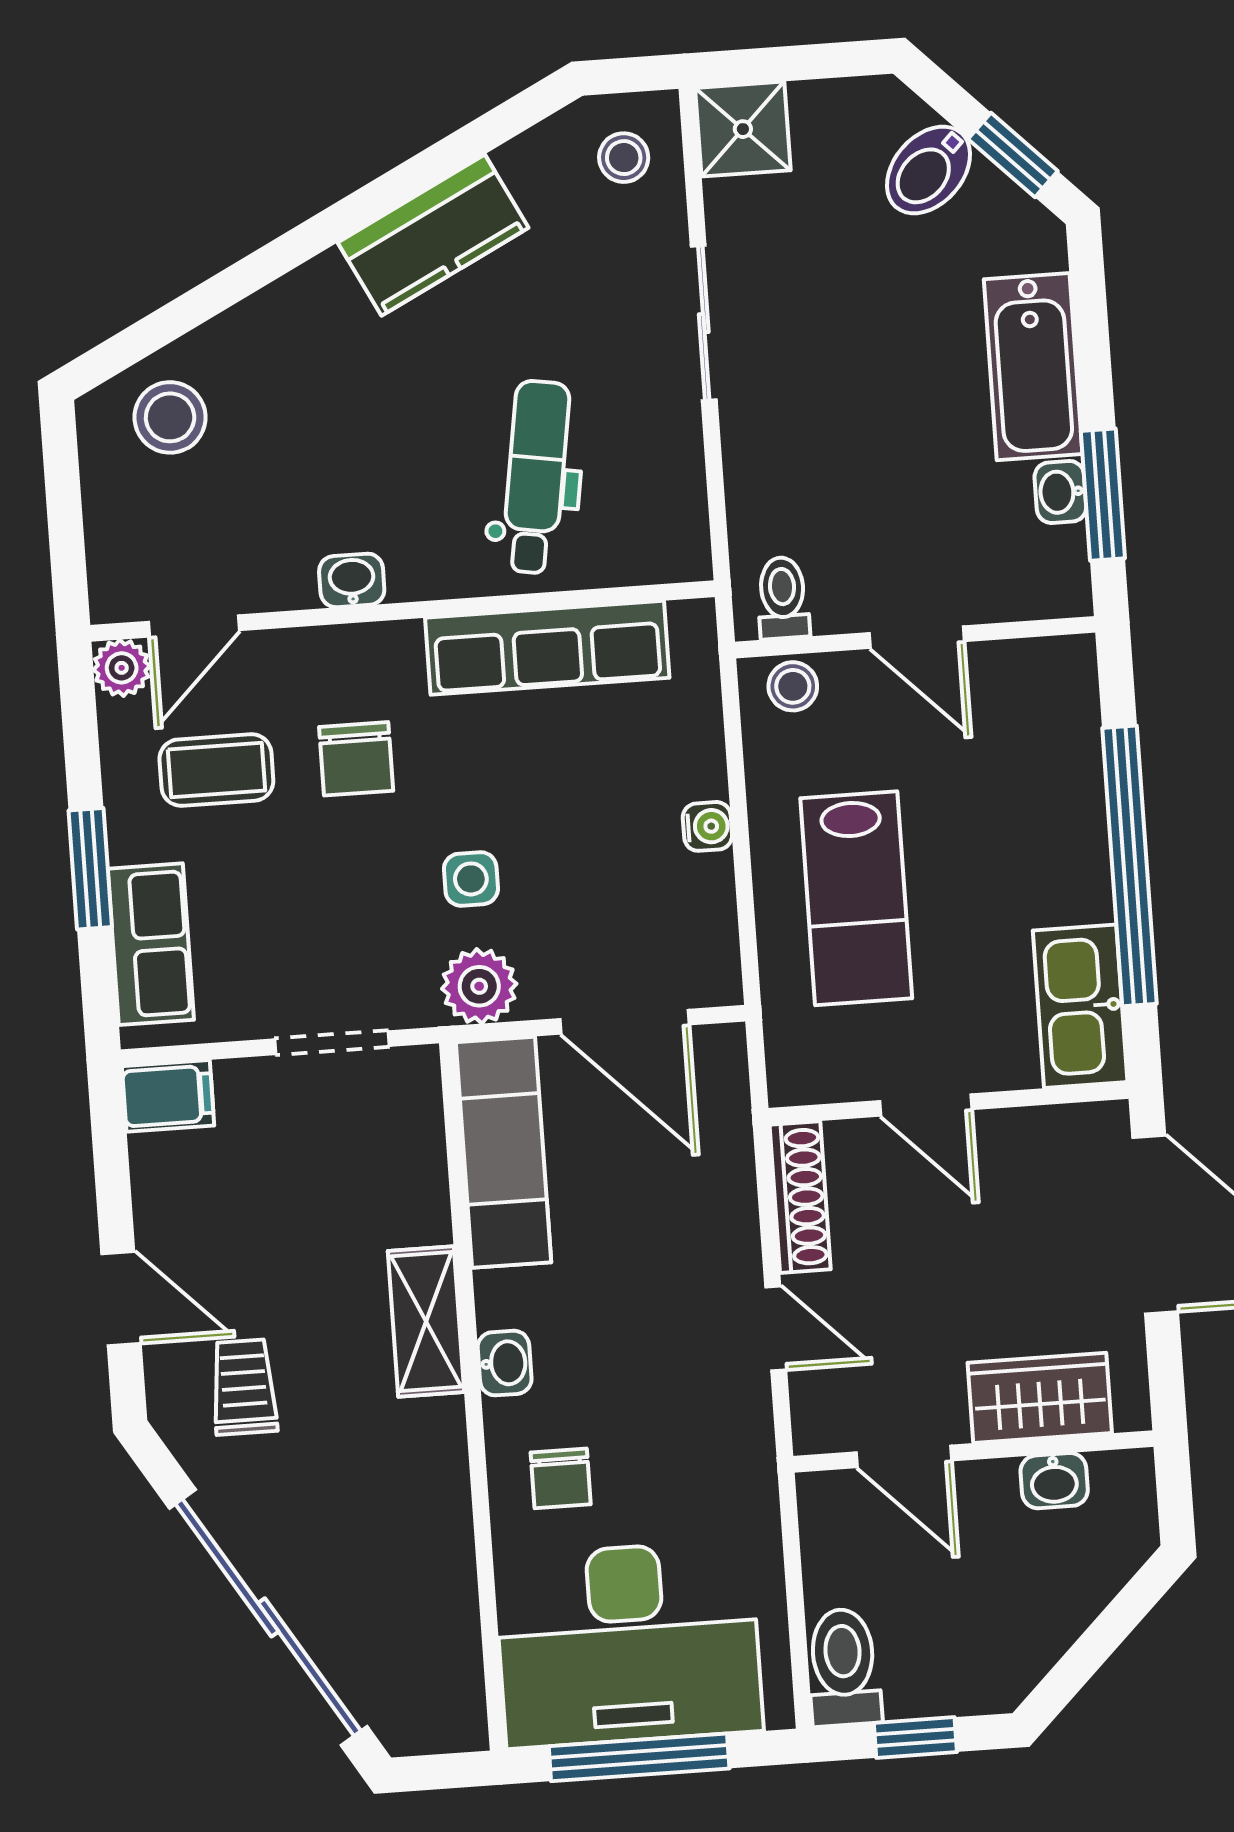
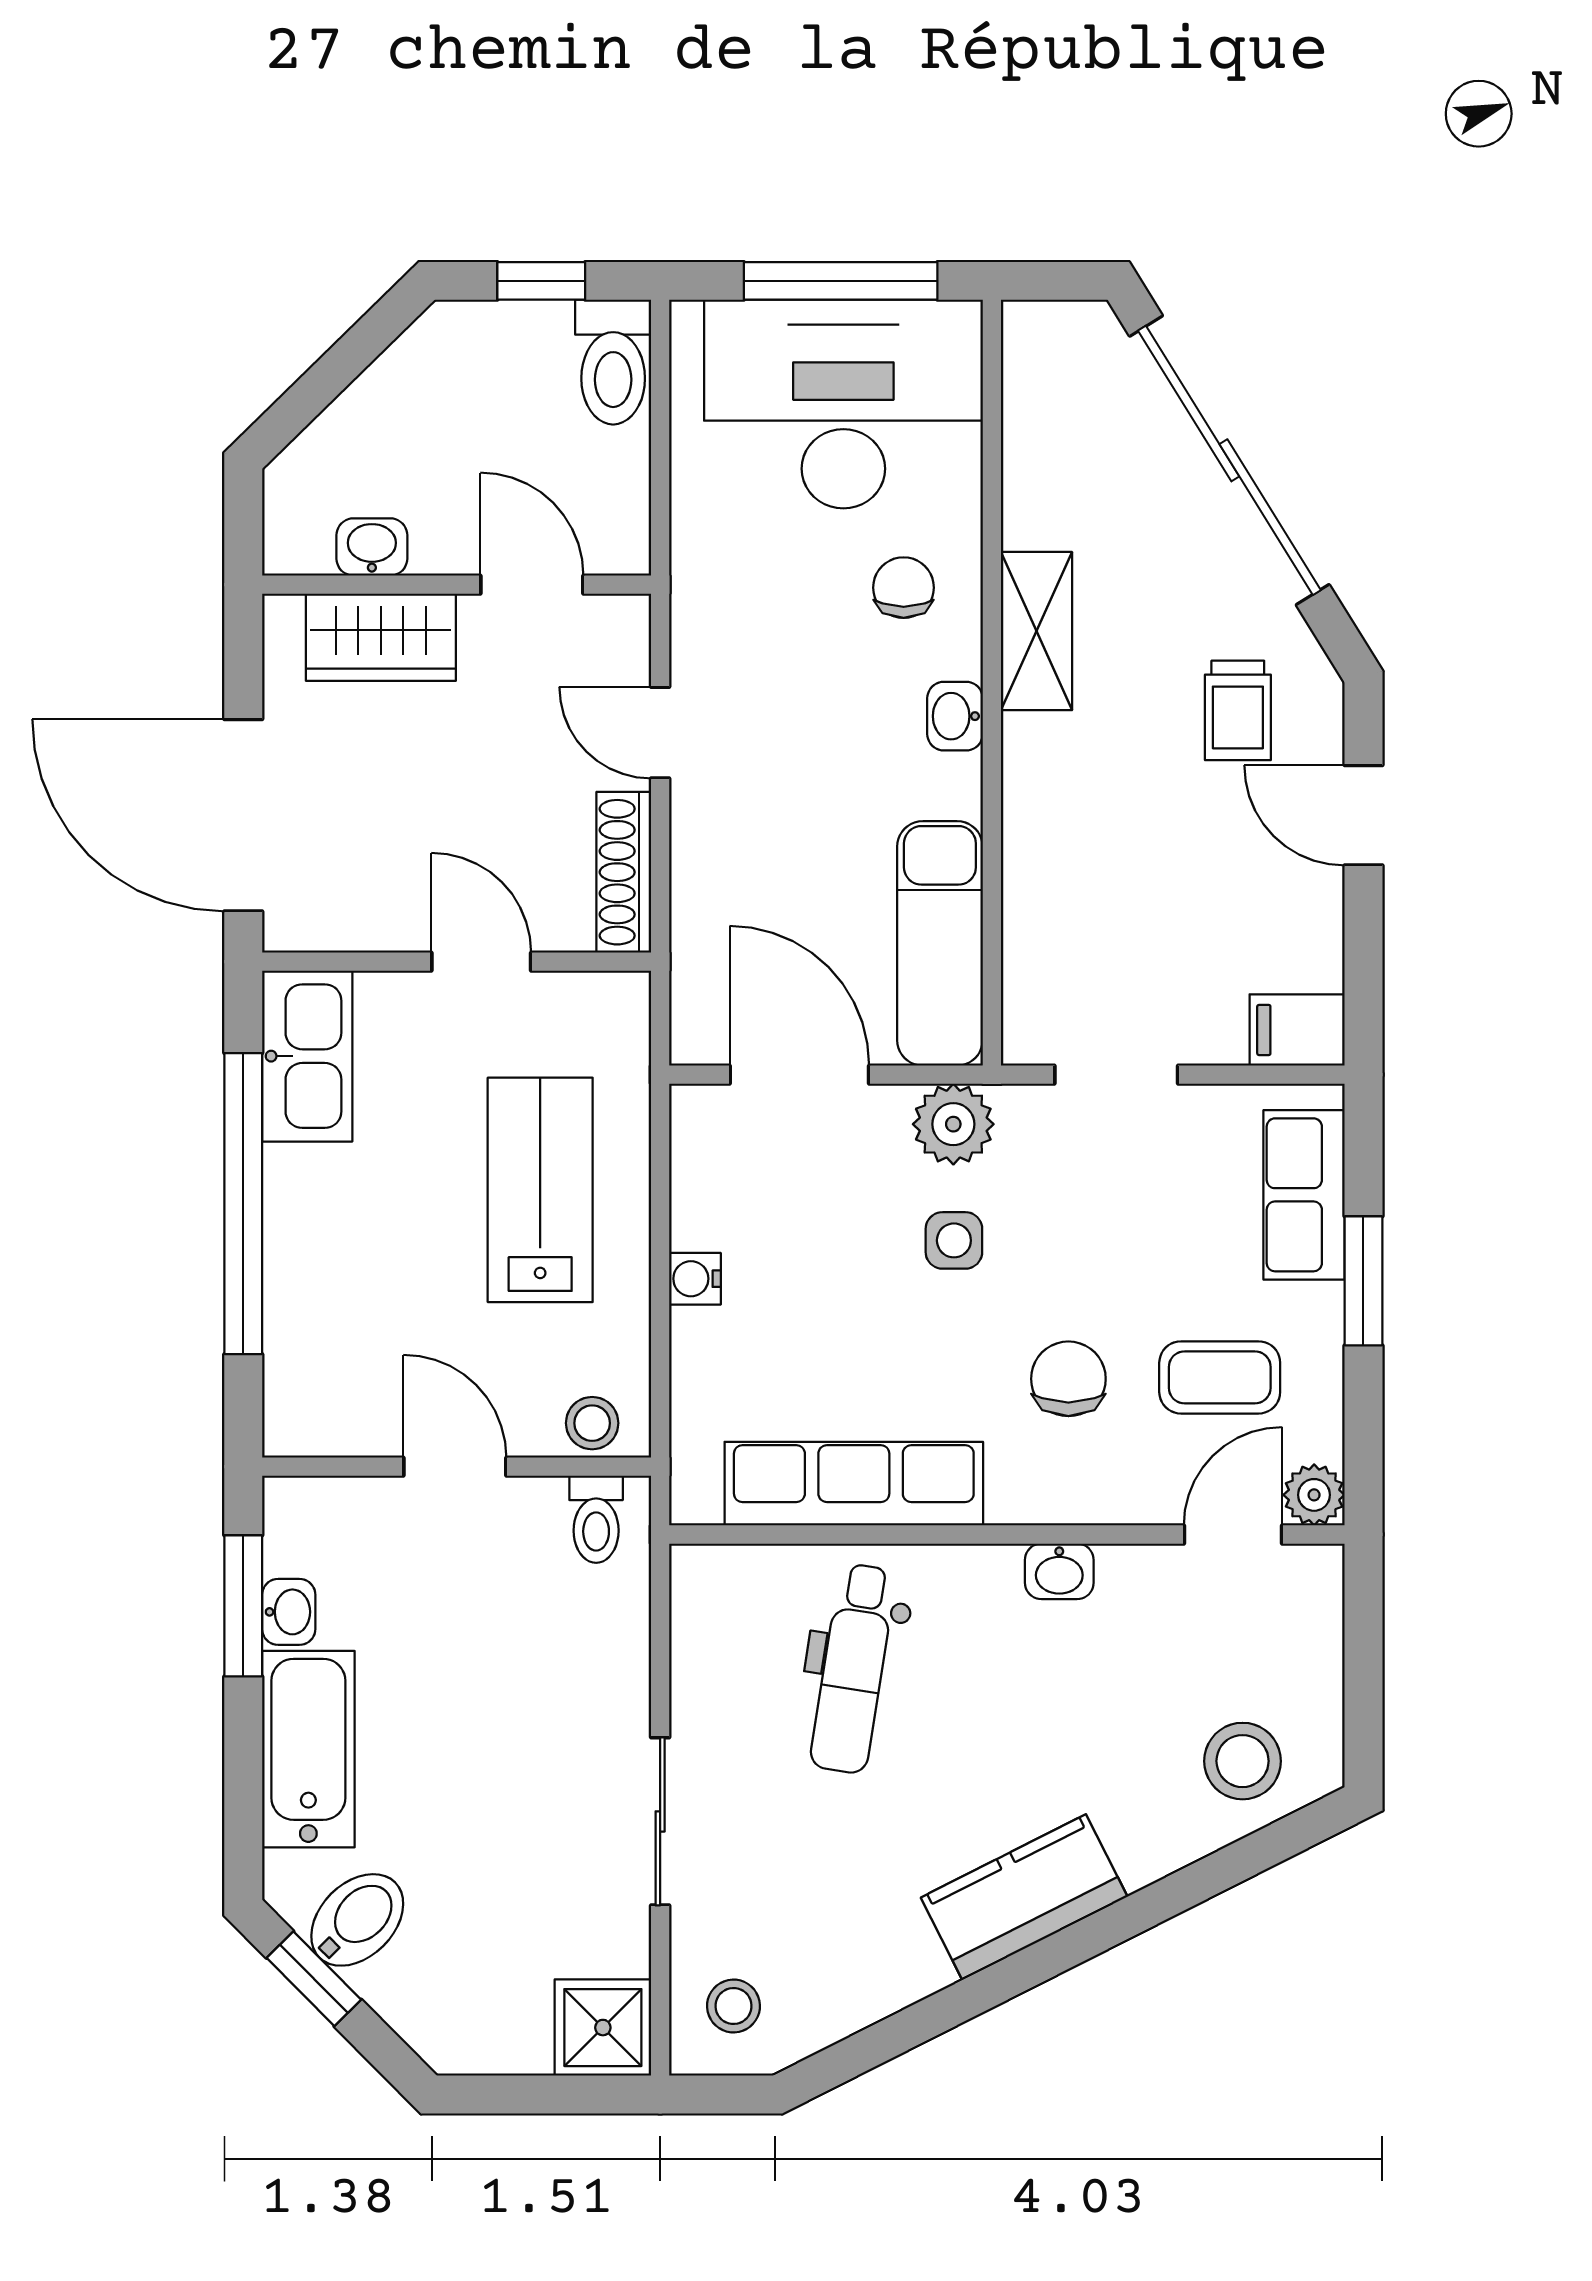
bidet: (928, 170) -> (357, 1920), moved
kitchen counter: (433, 235) -> (1024, 1897), moved
shelving: (426, 1321) -> (1036, 631), moved

